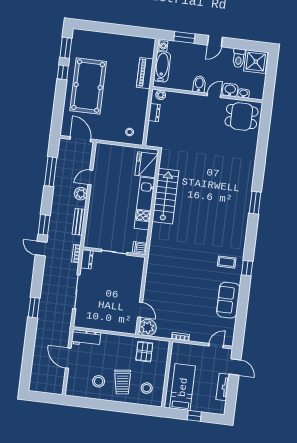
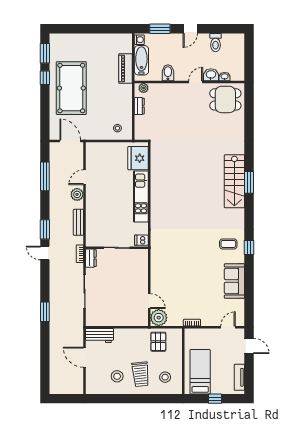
shower: (256, 62) -> (233, 44), removed
bidet: (199, 84) -> (168, 73), moved
stairs: (165, 196) -> (234, 181), moved, turned 180
tv unit: (223, 387) -> (239, 377), moved

